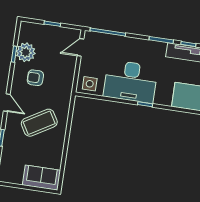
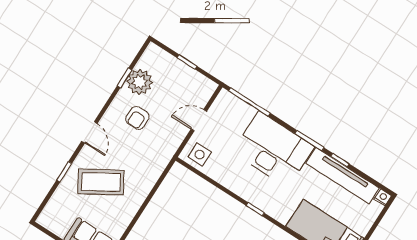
door: (80, 47) -> (199, 120), moved
armchair: (35, 78) -> (137, 118), turned -90
desk: (131, 81) -> (273, 149), moved, turned 180
coffee table: (39, 123) -> (101, 182), moved

